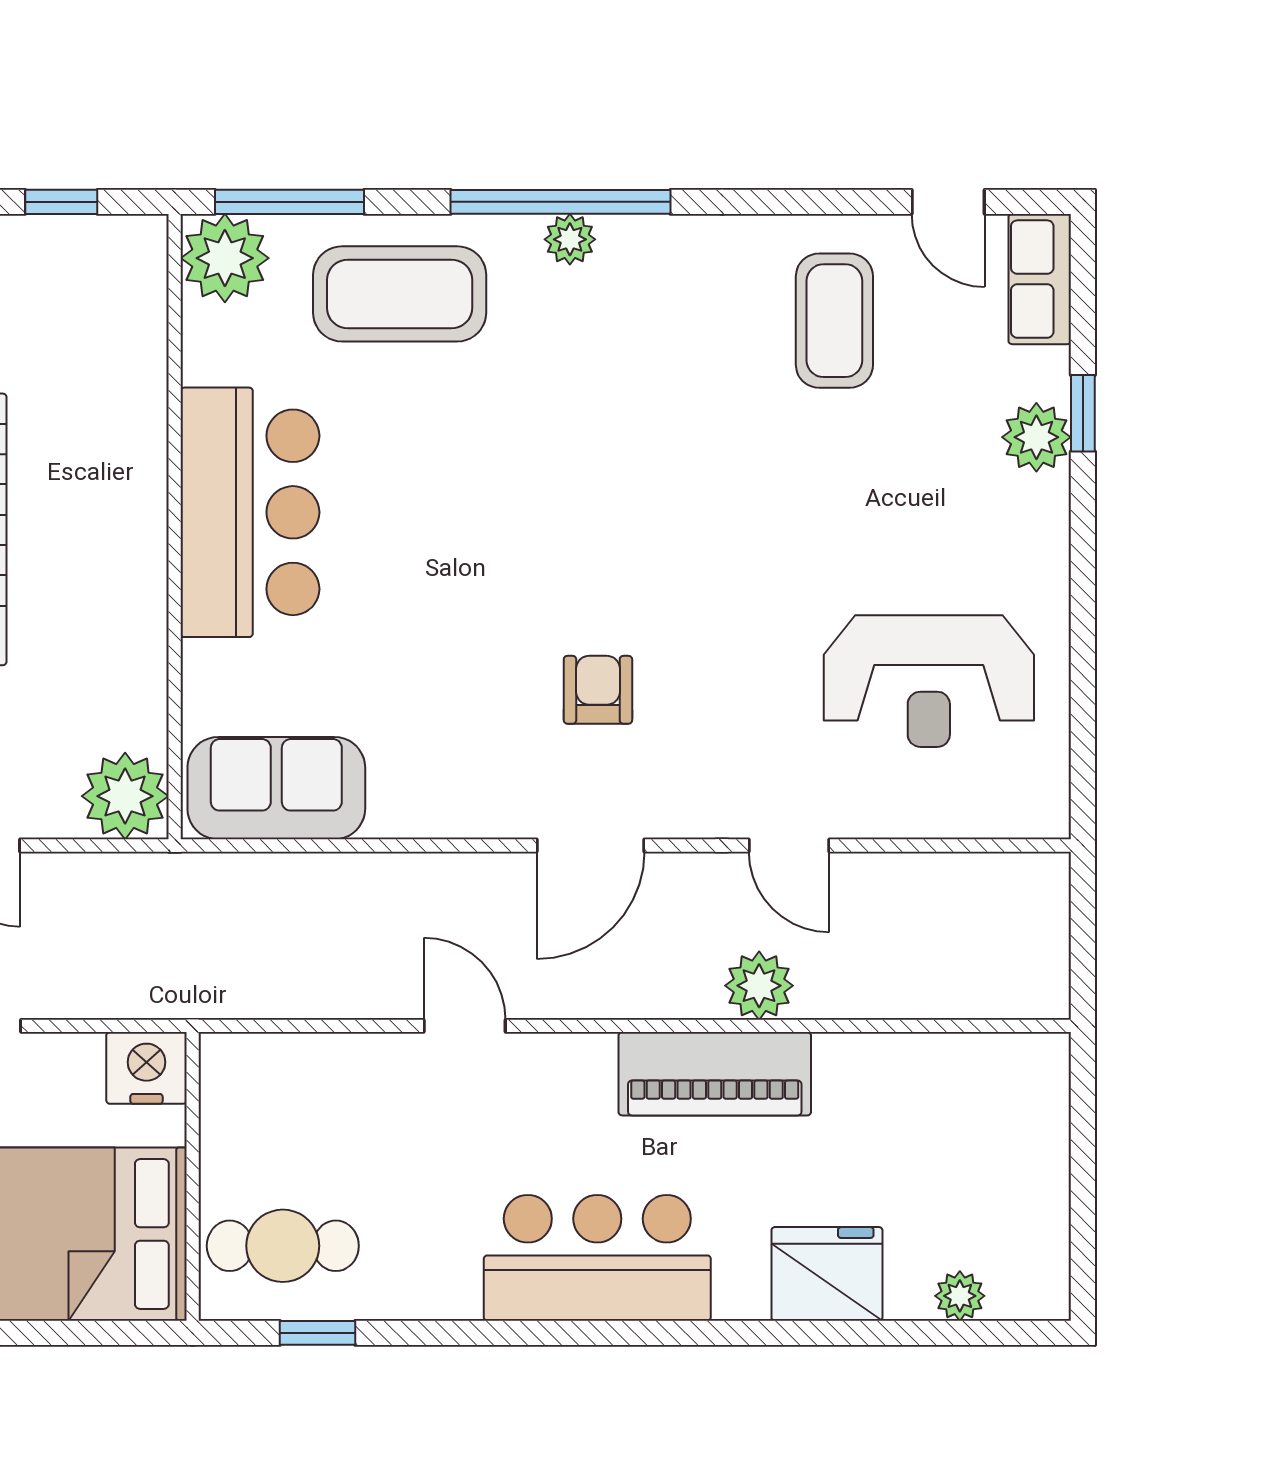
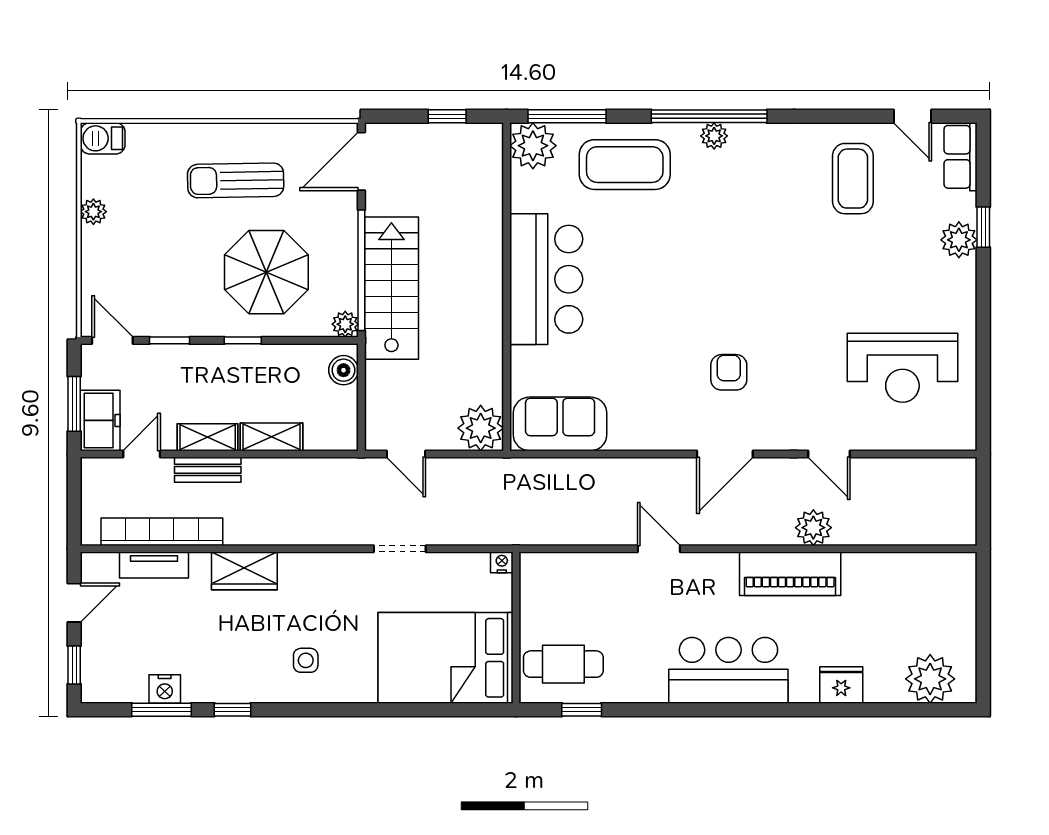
nightstand: (146, 1068) -> (502, 562), width x0.53, depth x0.56
fridge: (827, 1274) -> (841, 685), width x0.73, depth x0.75
plant: (960, 1296) -> (930, 679), width x1.88, depth x1.88

